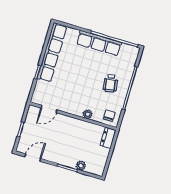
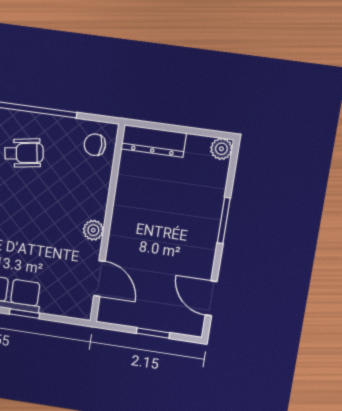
plant: (88, 114) -> (93, 230), moved
dresser: (108, 138) -> (154, 141), width x1.44
plant: (81, 166) -> (221, 149), moved

